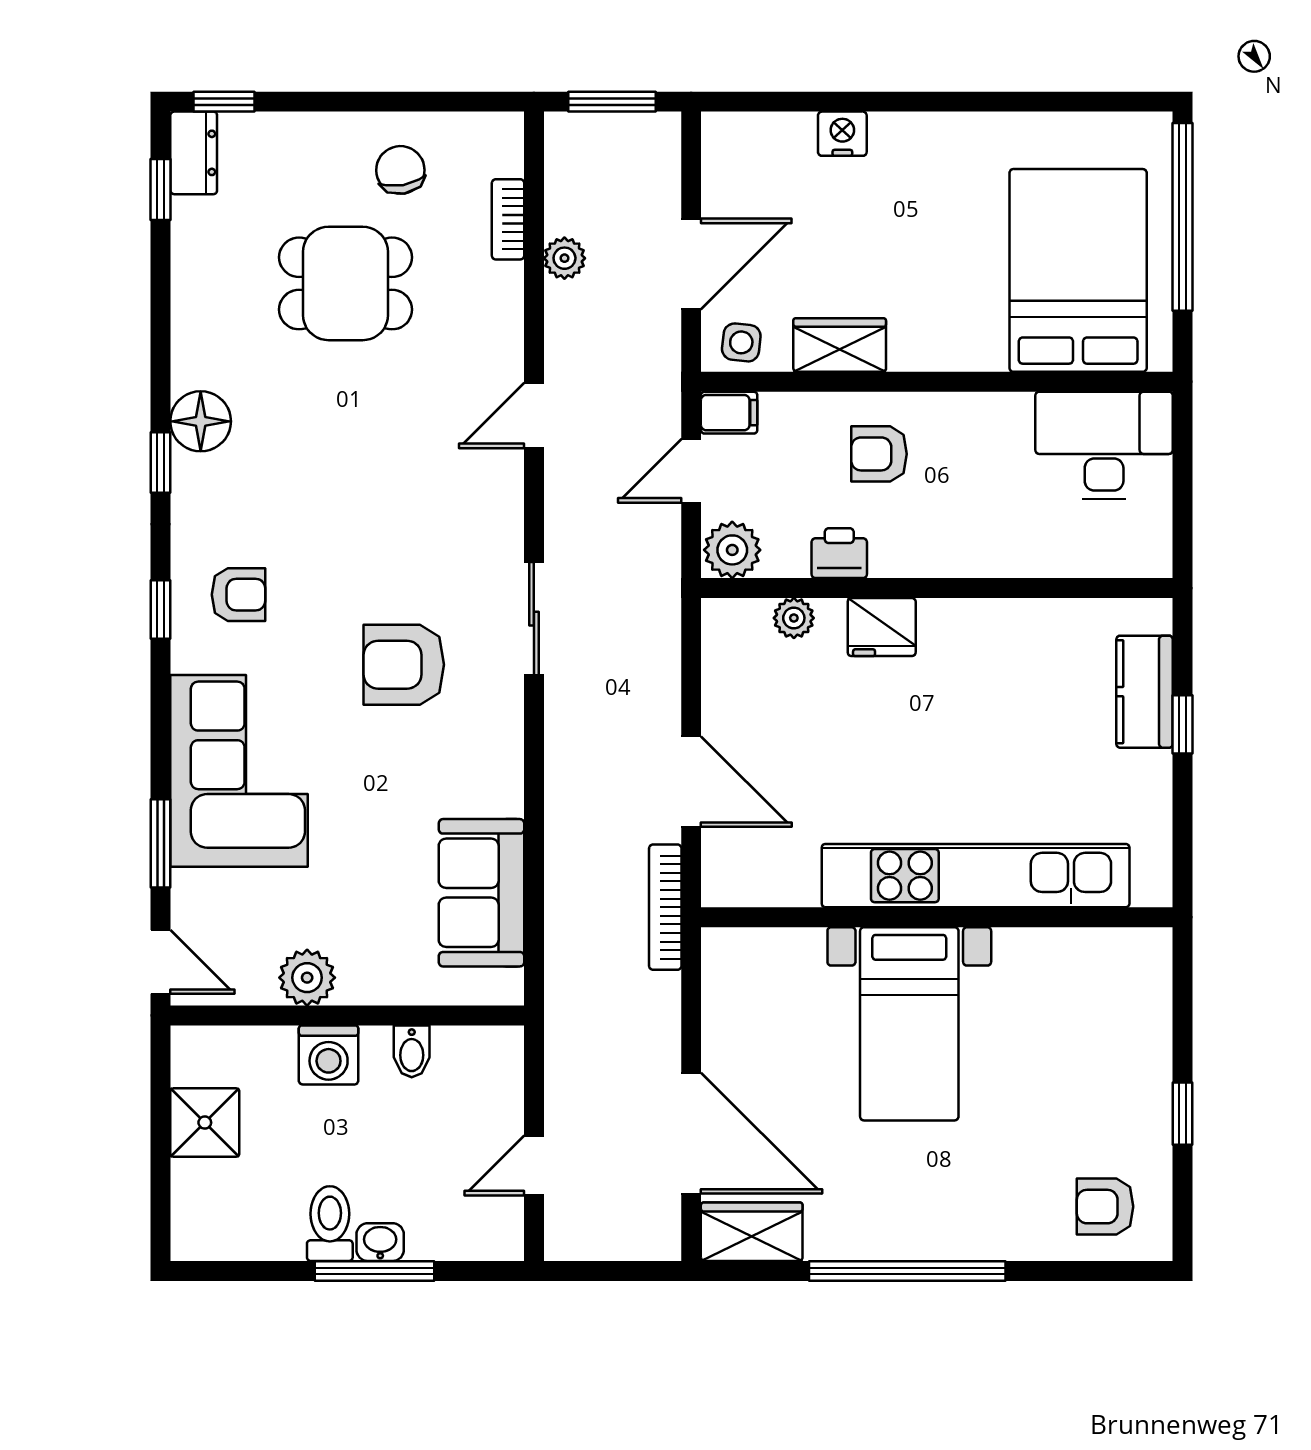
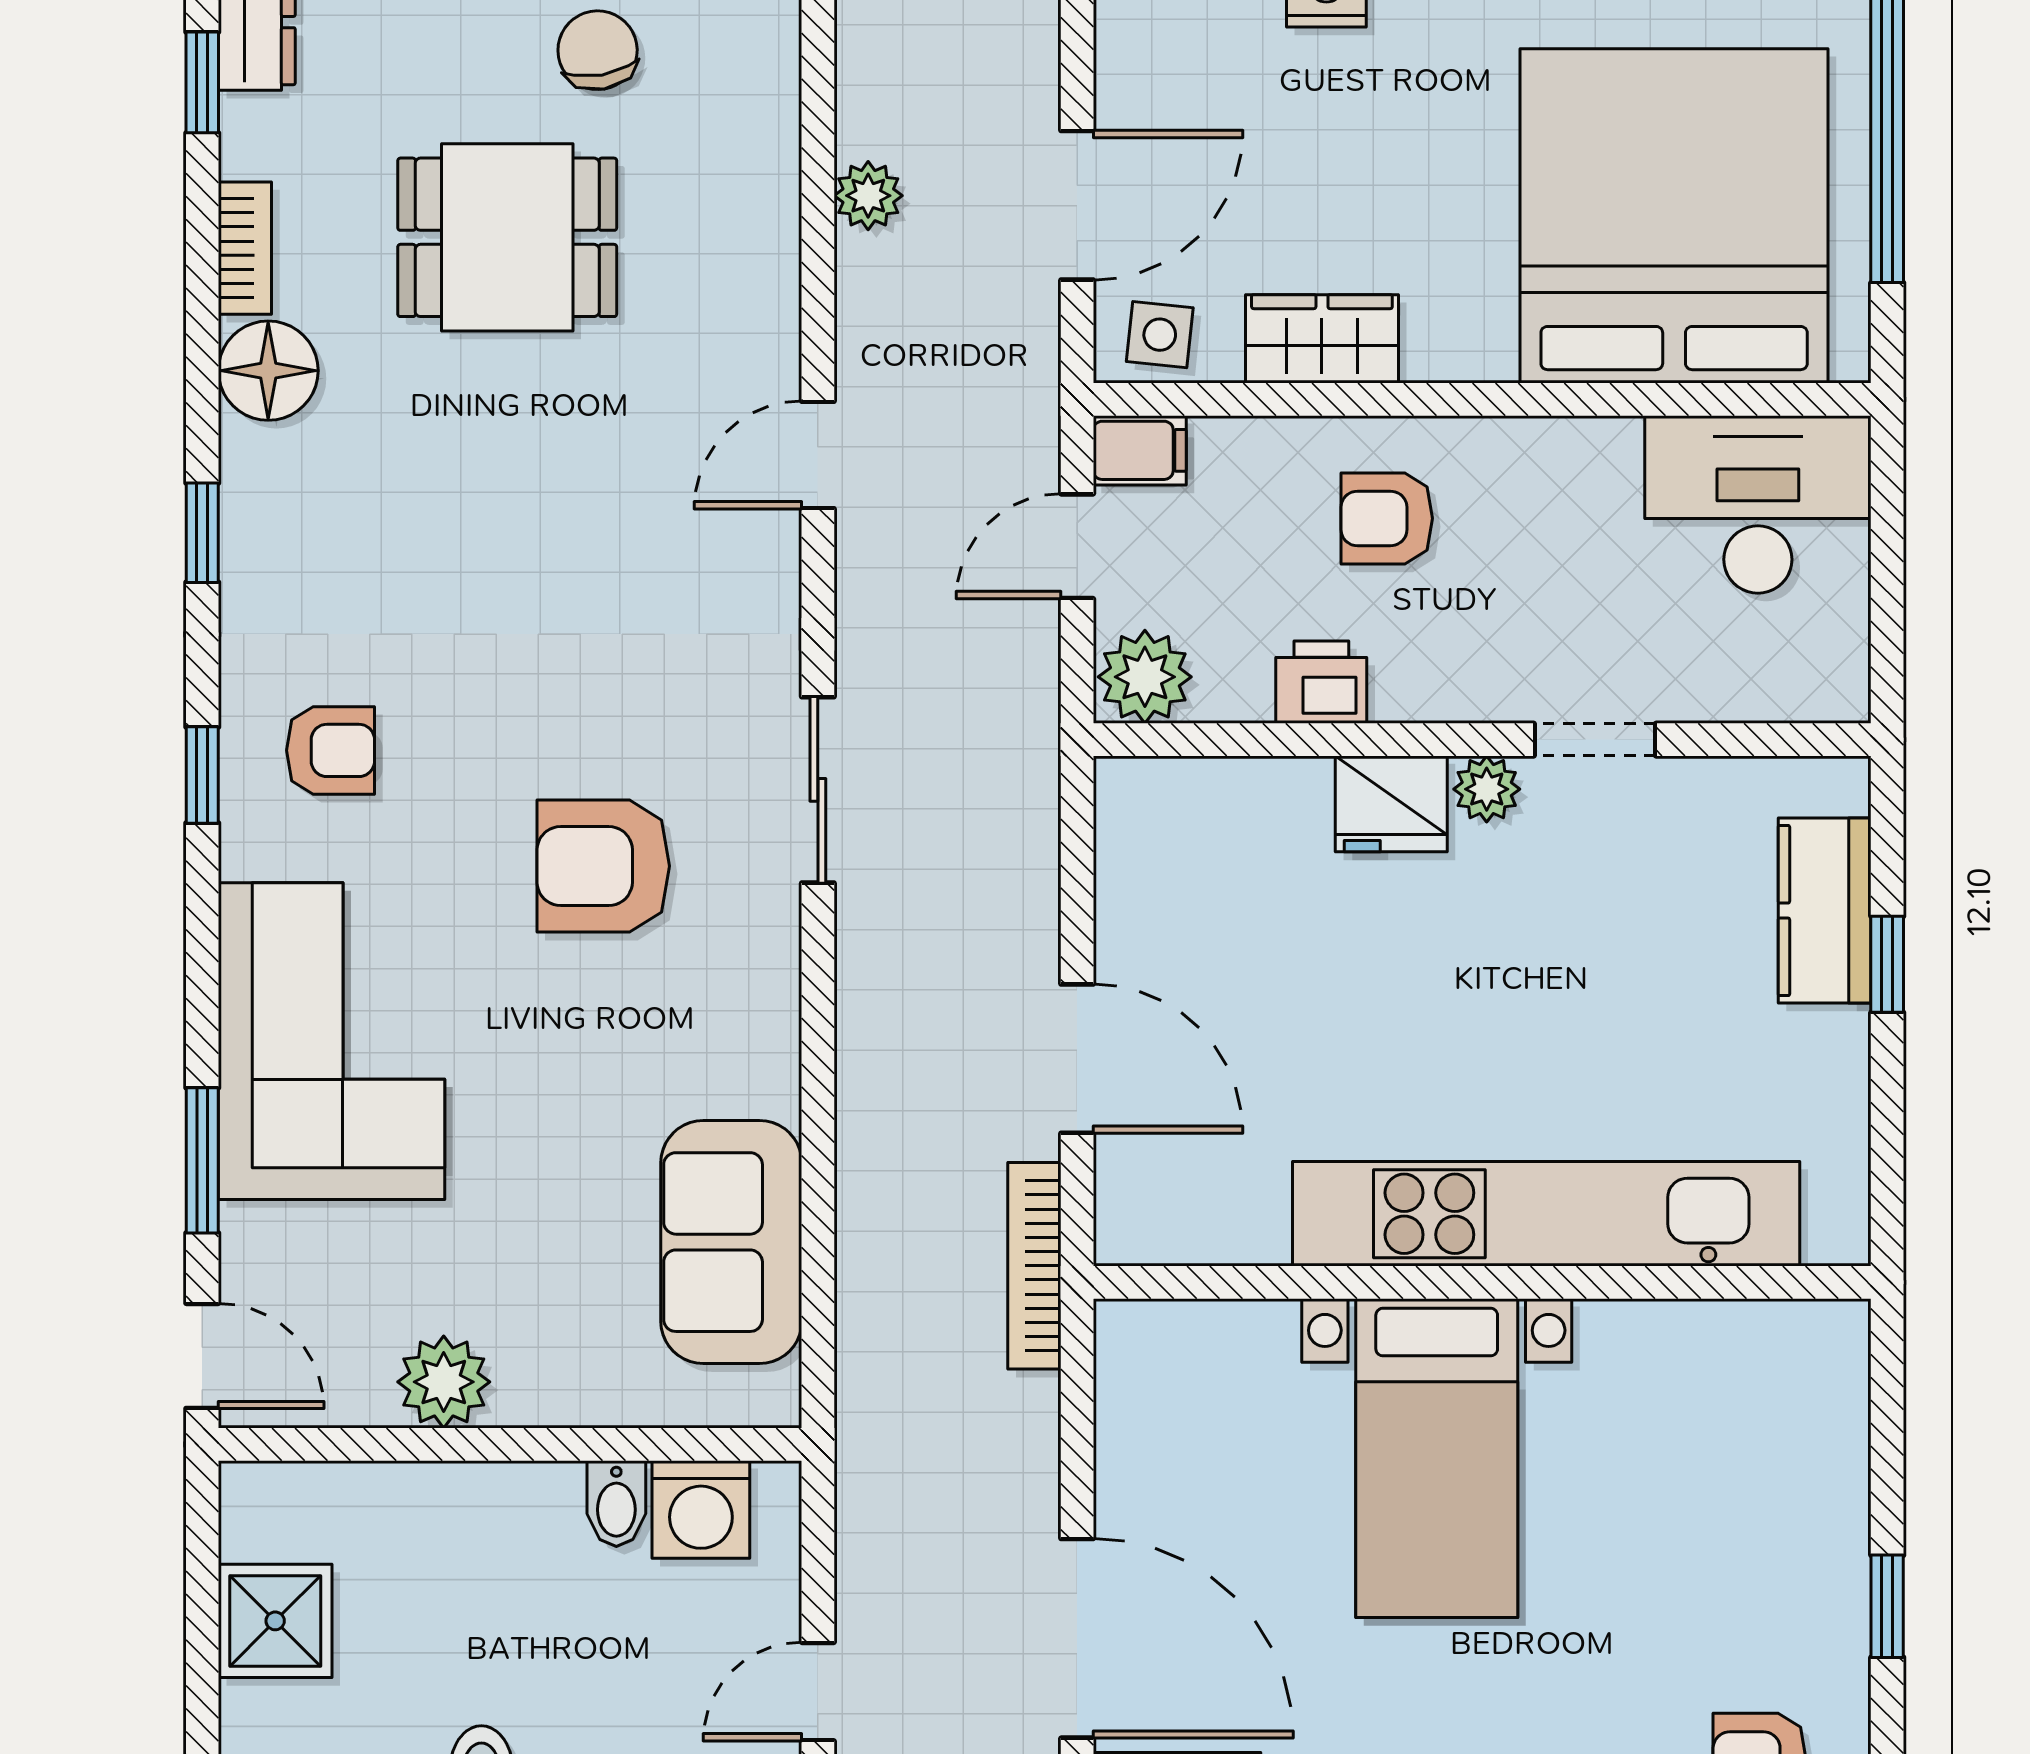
bookcase: (508, 219) -> (245, 248), moved, turned 180
bed: (1078, 270) -> (1674, 216), width x1.36
floor lamp: (201, 421) -> (268, 371), moved
doorway: (1005, 588) -> (1595, 740), added
plant: (794, 618) -> (1487, 789), moved
washing machine: (329, 1055) -> (701, 1509), moved

